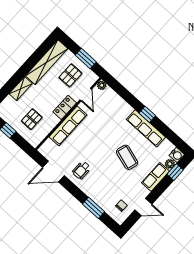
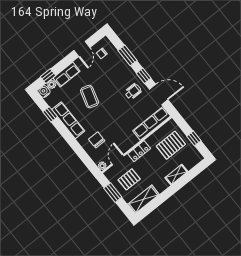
shelving: (47, 62) -> (143, 199), width x0.68
chair: (112, 112) -> (97, 140), added
window: (147, 114) -> (50, 114), moved
pallet: (32, 119) -> (171, 145), width x1.50, depth x1.42
row of seats: (68, 126) -> (152, 123), moved
window: (73, 189) -> (144, 76), added
door: (143, 207) -> (82, 49), swing flipped

